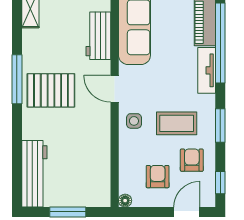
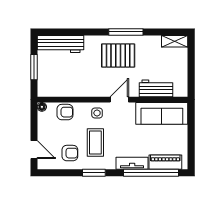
pallet: (51, 90) -> (118, 55), turned 90
armchair: (158, 177) -> (65, 112), moved
window: (220, 183) -> (54, 173), removed

